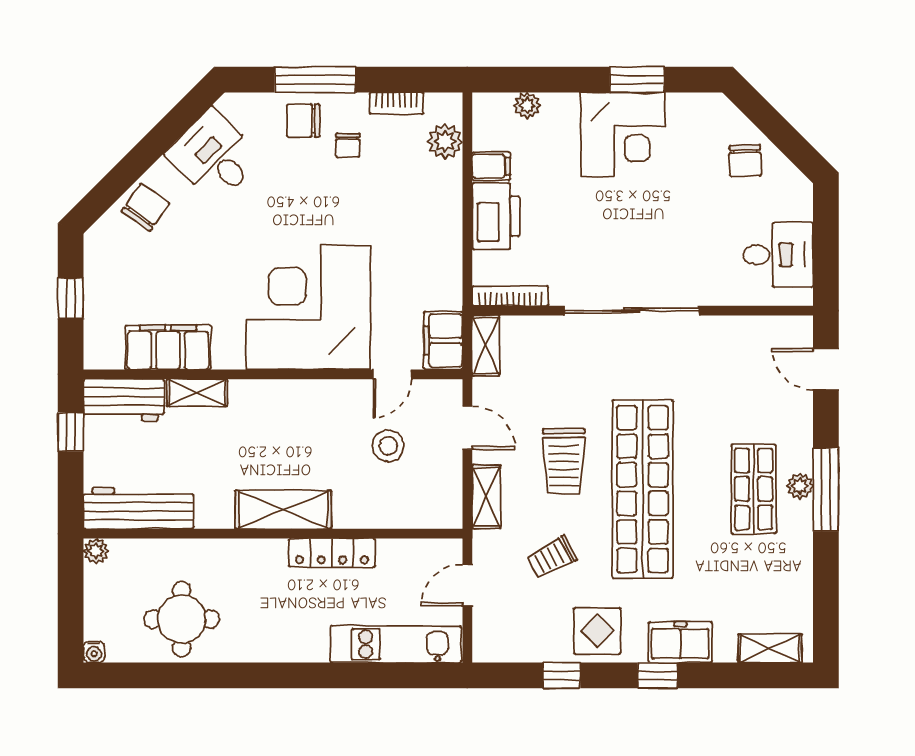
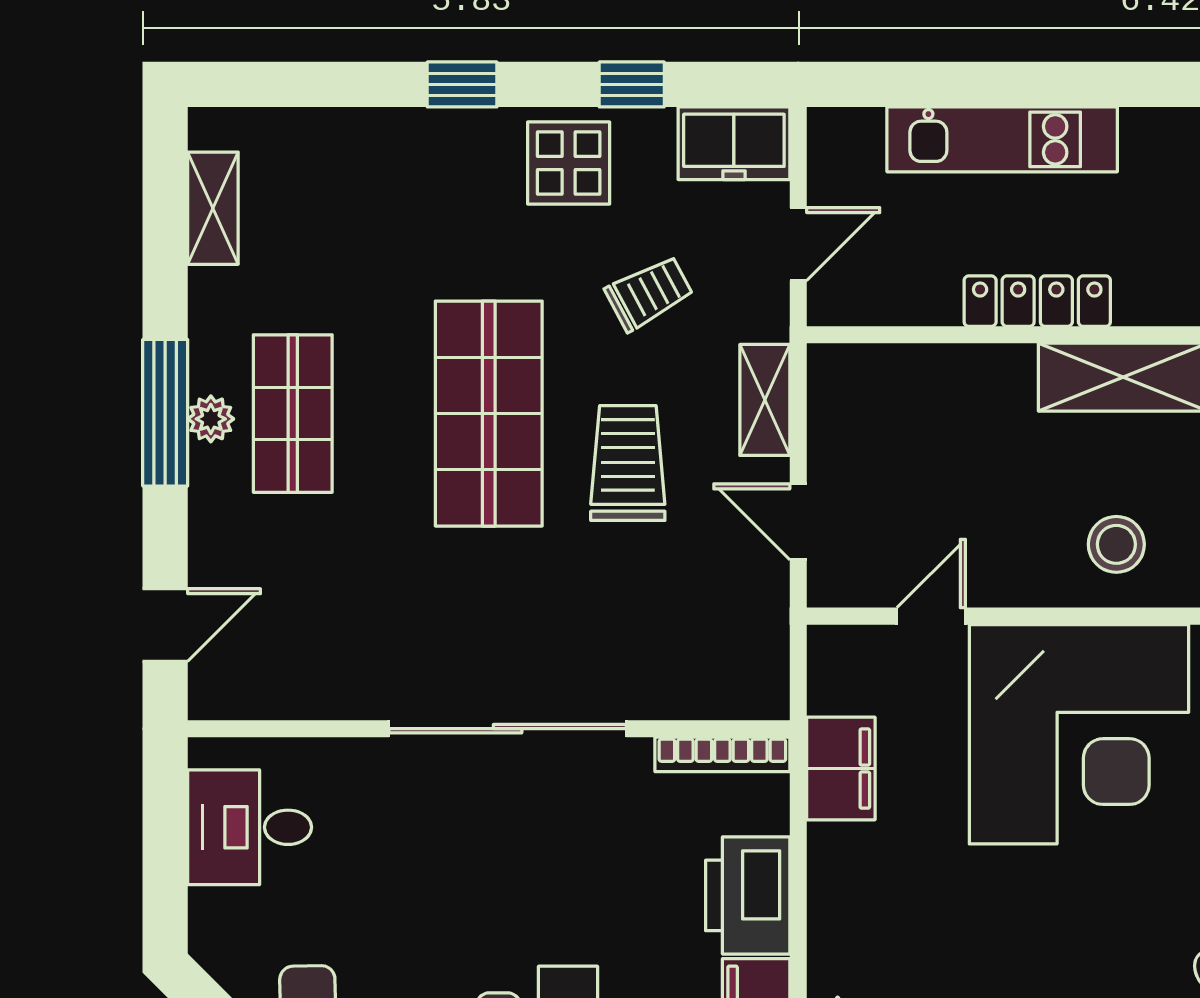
filing cabinet: (443, 341) -> (841, 769), moved
shelving: (486, 346) -> (766, 667), removed
door: (826, 369) -> (165, 625), hinge flipped
stool: (388, 446) -> (1116, 544), moved
shop shelf: (643, 489) -> (489, 414), width x0.71
freezer: (680, 642) -> (734, 143), moved
kitchen unit: (396, 644) -> (1002, 139), moved
shelving: (770, 648) -> (213, 208), moved, turned 90

